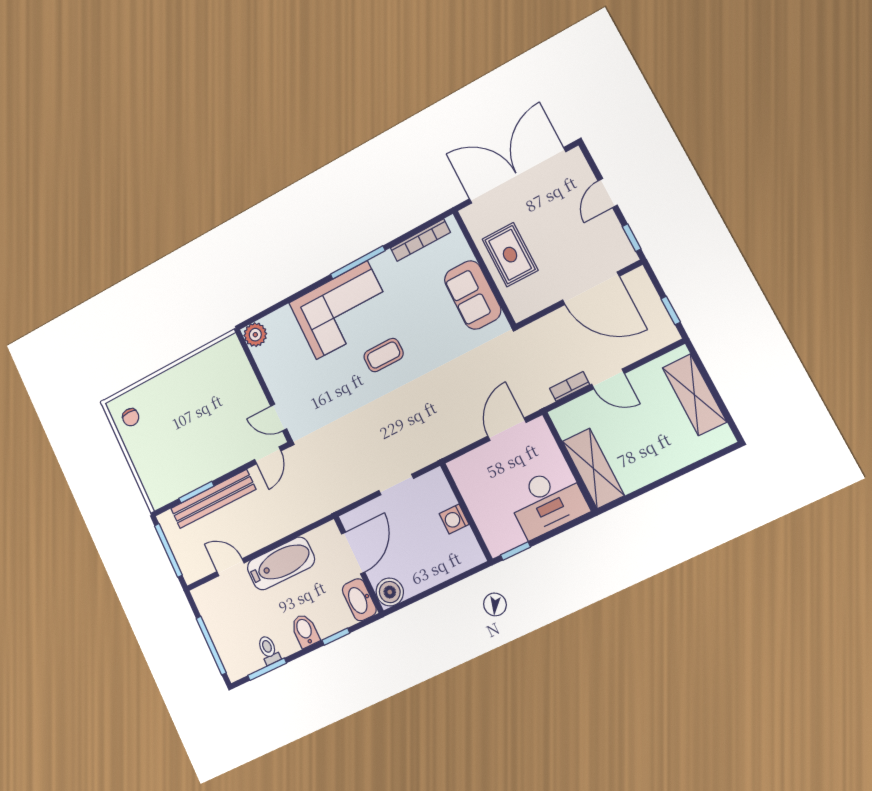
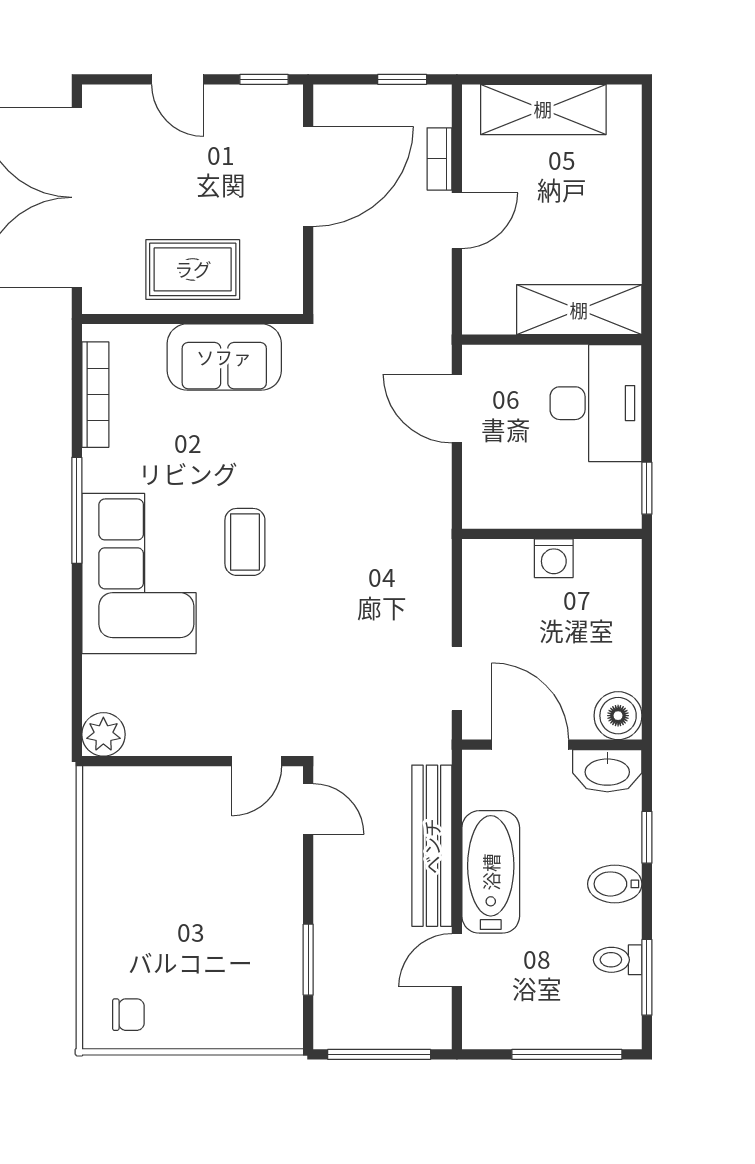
bookcase: (570, 386) -> (439, 159), moved
doorway: (396, 485) -> (457, 679), moved
bench: (213, 499) -> (432, 846), moved

